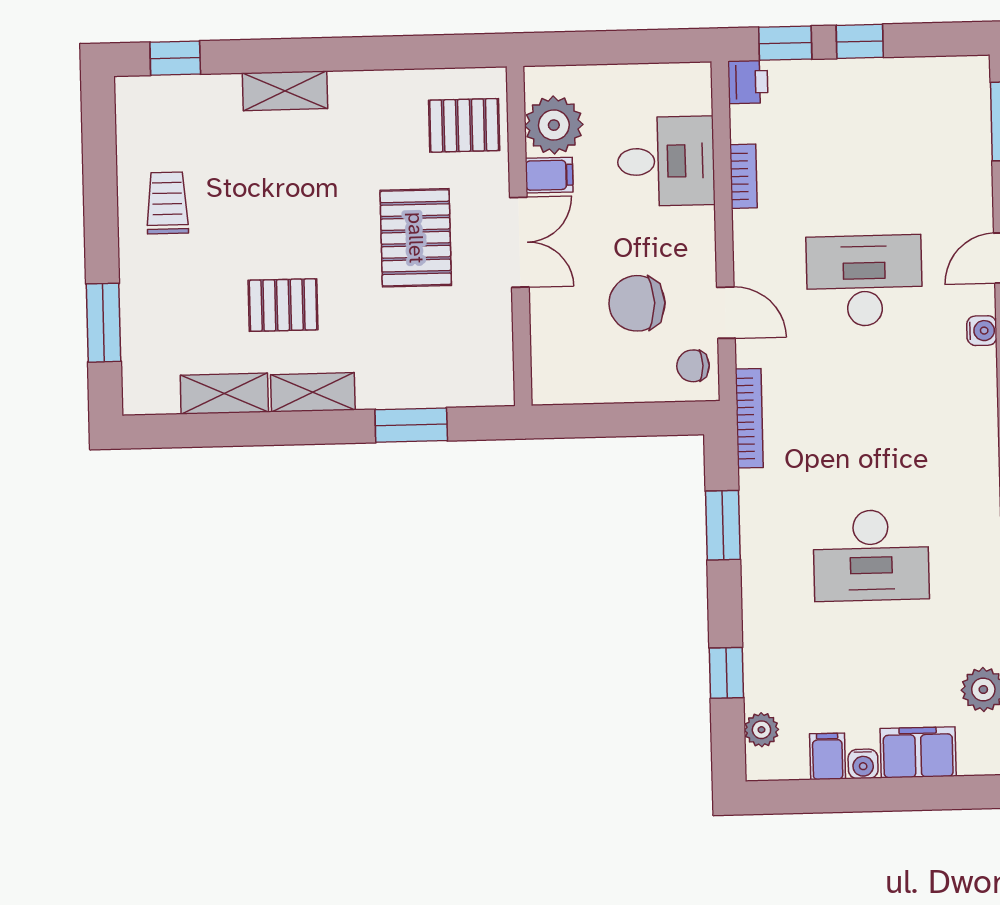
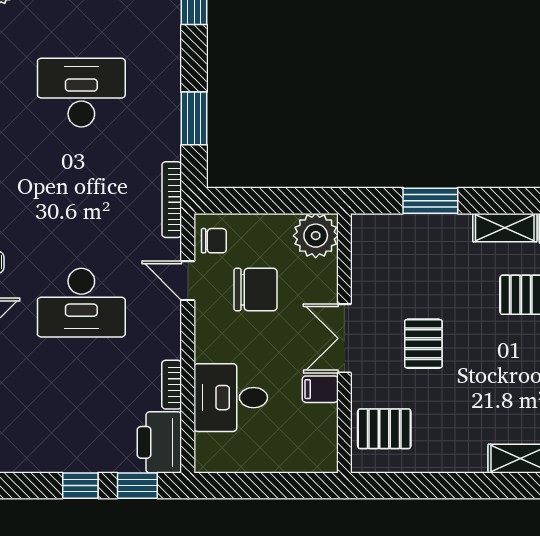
printer: (748, 82) -> (159, 442), width x1.87, depth x1.48
plant: (554, 125) -> (316, 236), moved
pallet: (416, 238) -> (423, 344), width x0.67, depth x0.71

